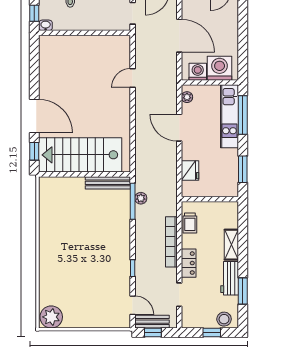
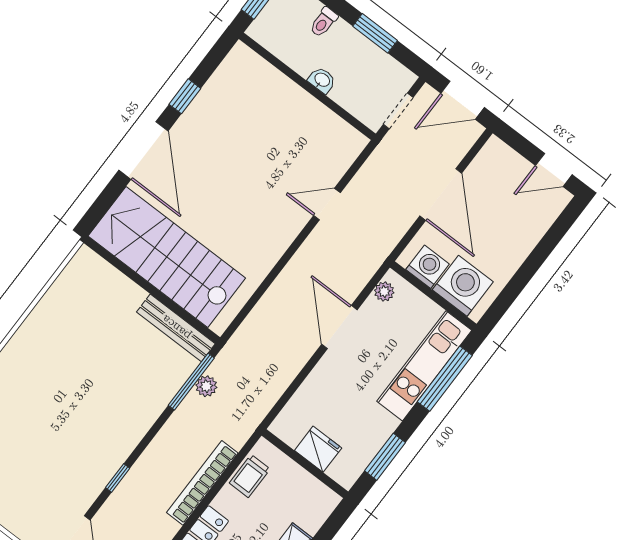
washbasin: (46, 25) -> (322, 80), moved
window: (34, 151) -> (185, 96), moved
fridge: (190, 170) -> (318, 449), moved, turned -90

